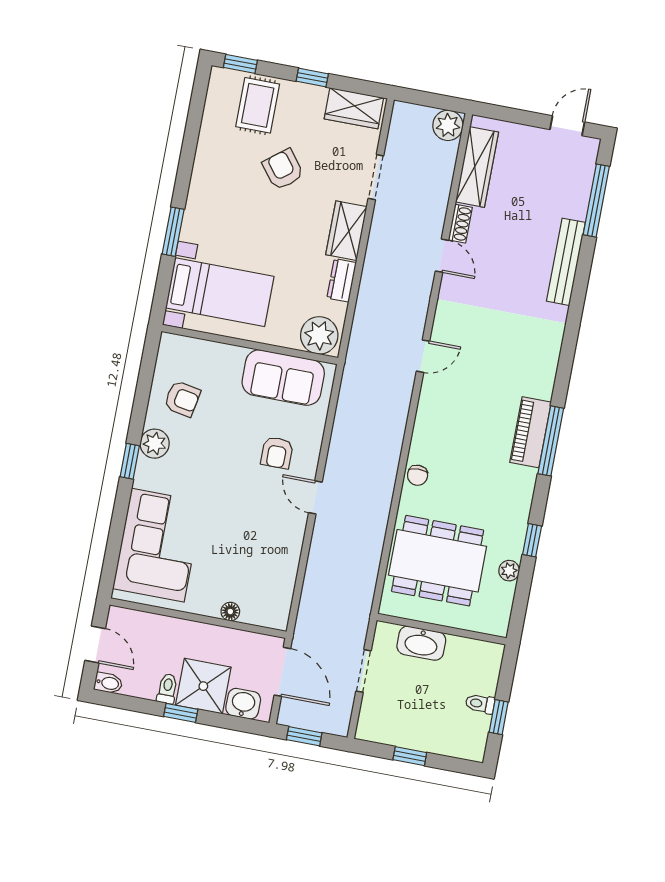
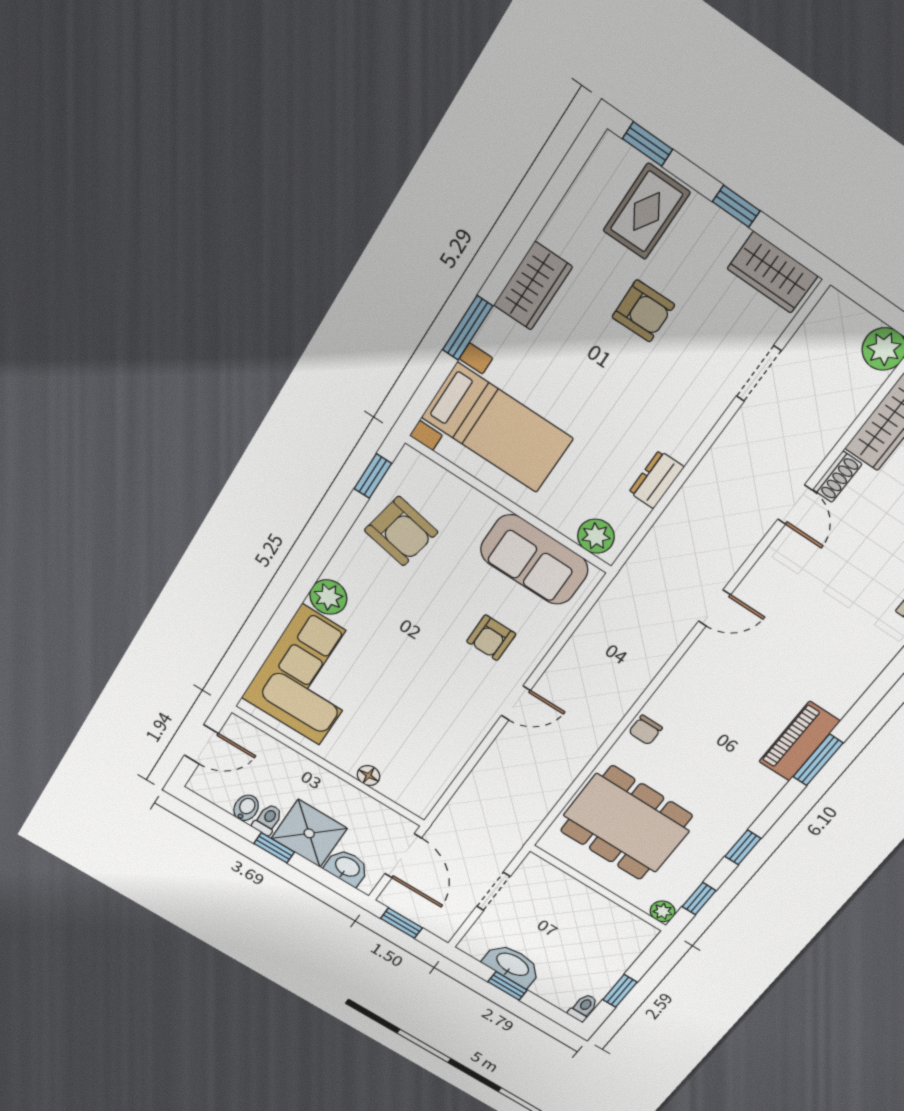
armchair: (283, 169) -> (643, 311), turned 127
wardrobe: (346, 231) -> (533, 286), moved, turned 180
plant: (319, 335) -> (596, 536), width x0.73, depth x0.73
armchair: (182, 399) -> (401, 531), width x1.38, depth x1.38
window: (551, 441) -> (818, 760), width x0.69
plant: (155, 444) -> (328, 597), moved
window: (130, 461) -> (373, 476), moved
door: (315, 497) -> (516, 703), swing flipped
plant: (509, 571) -> (663, 911), moved
window: (521, 601) -> (699, 899), added
washbasin: (421, 643) -> (512, 965), moved, turned 180
door: (95, 644) -> (201, 744), hinge flipped
bidet: (108, 683) -> (246, 808), moved, turned -90
toilet: (480, 704) -> (583, 1008), moved, turned 90

